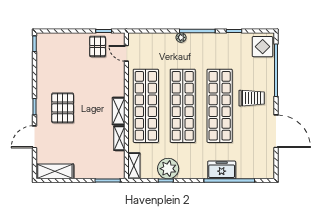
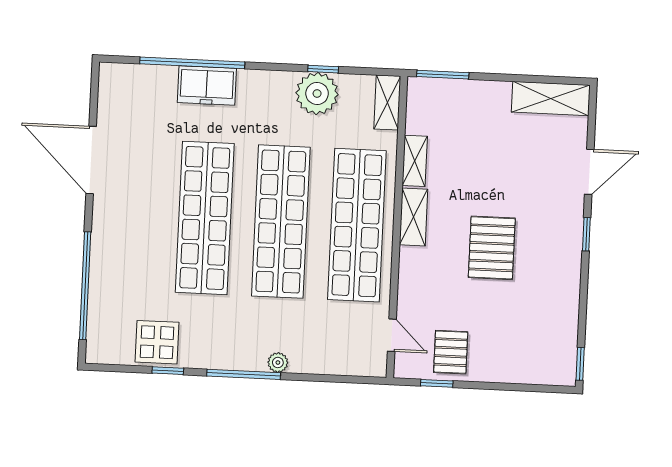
display table: (263, 47) -> (157, 342), moved
trolley: (252, 98) -> (138, 231), removed
pallet: (63, 108) -> (492, 248), moved

